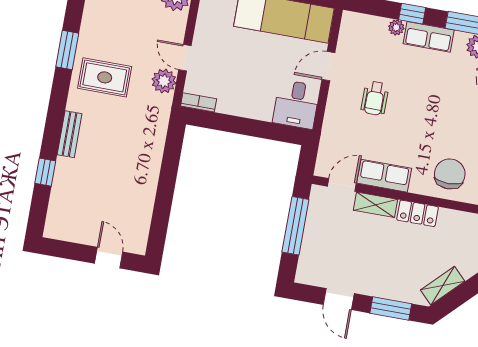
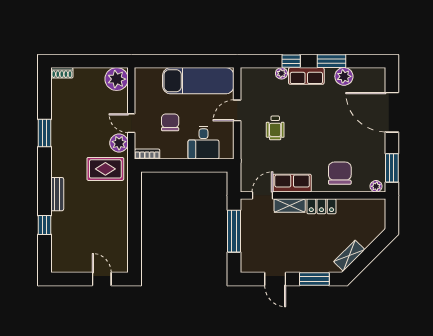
chair: (237, 66) -> (170, 122), added
rug: (105, 77) -> (105, 169), moved
desk: (296, 104) -> (203, 143), moved

